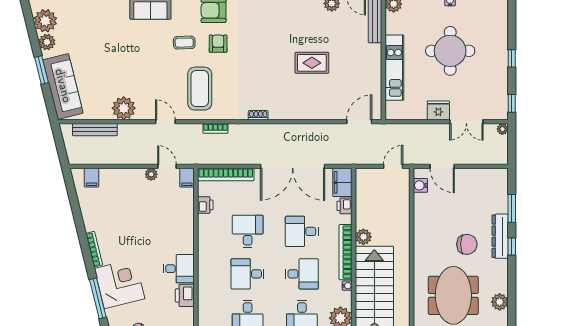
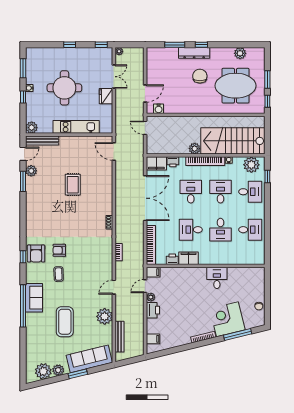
coffee table: (200, 89) -> (65, 322), moved, turned 90
filing cabinet: (207, 228) -> (189, 258), added
desk: (302, 231) -> (191, 192), turned 180
printer: (185, 295) -> (153, 310), moved, turned -90

